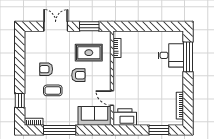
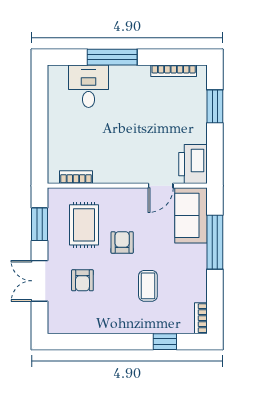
window: (188, 57) -> (112, 57), moved
armchair: (46, 69) -> (82, 280), moved
window: (60, 130) -> (215, 242), moved

